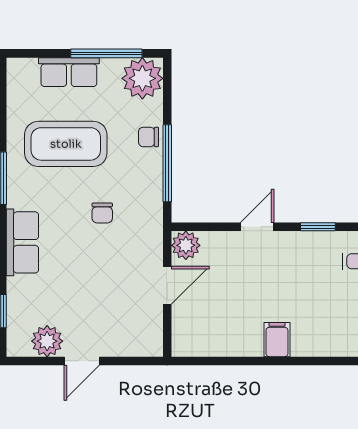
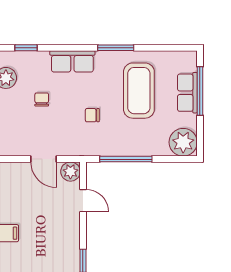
window: (106, 53) -> (200, 91), moved
chair: (148, 137) -> (42, 99), moved
door: (257, 227) -> (83, 201), moved

